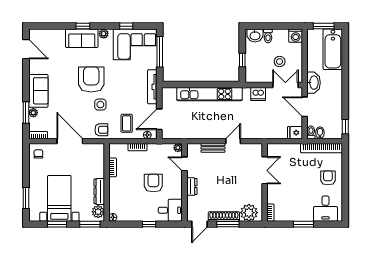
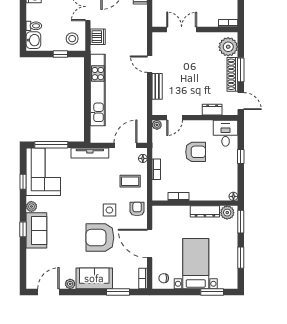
stool: (280, 62) -> (72, 39), moved
armchair: (91, 79) -> (100, 238), moved
plant: (33, 113) -> (70, 284), moved
door: (159, 119) -> (125, 145), swing flipped
door: (70, 141) -> (150, 244), hinge flipped
armchair: (153, 183) -> (196, 152), turned 180
dresser: (192, 187) -> (212, 110), moved
bed with nightstands: (59, 198) -> (196, 264), moved, turned 90

